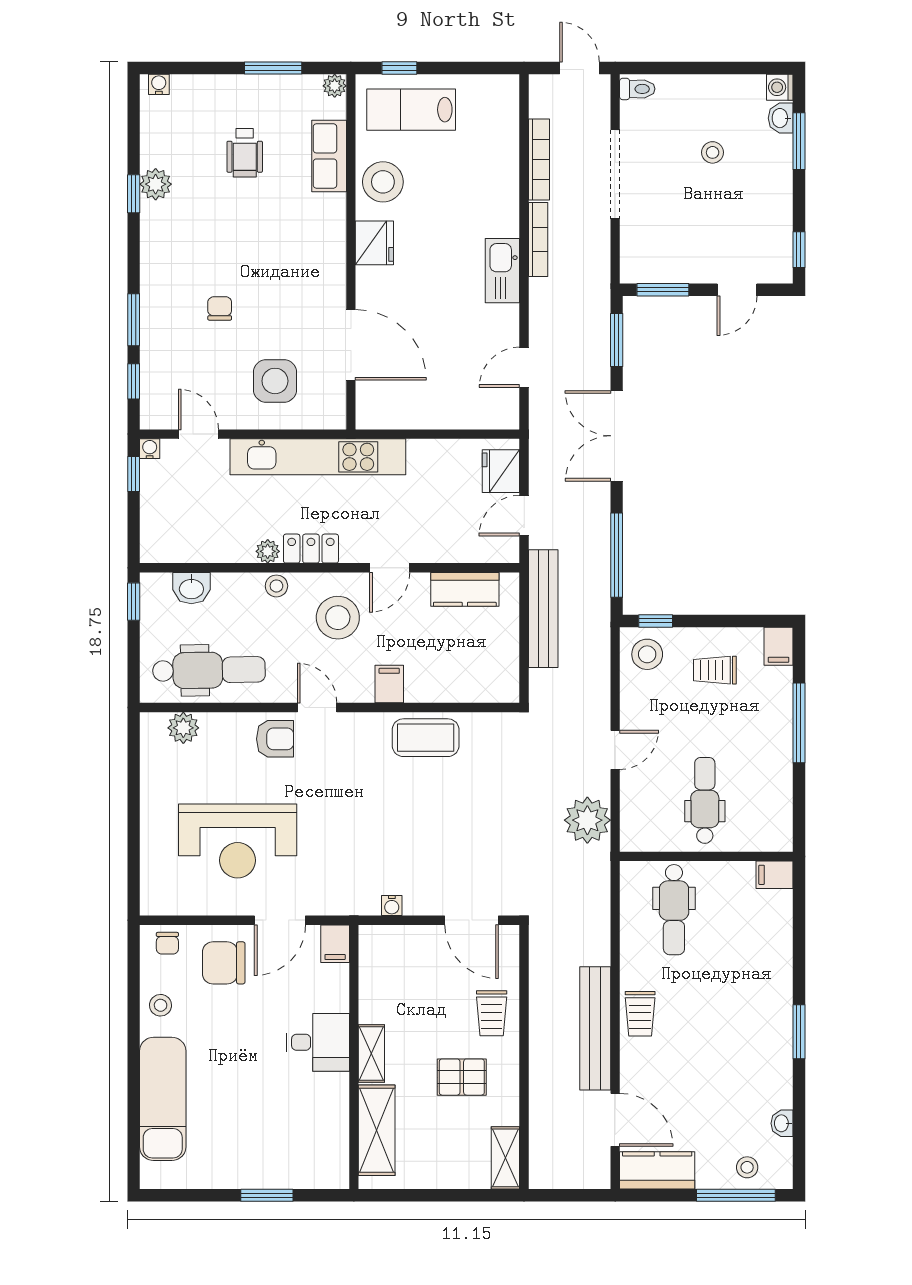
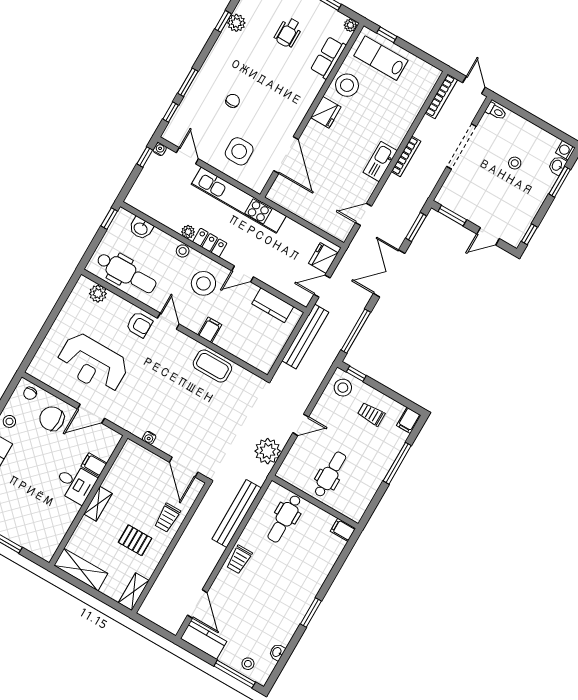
bookcase: (539, 159) -> (441, 96), moved
filing cabinet: (335, 944) -> (94, 465), moved, turned 90
bench: (595, 1028) -> (237, 513), moved
shelving: (377, 1130) -> (81, 570), moved, turned 90

